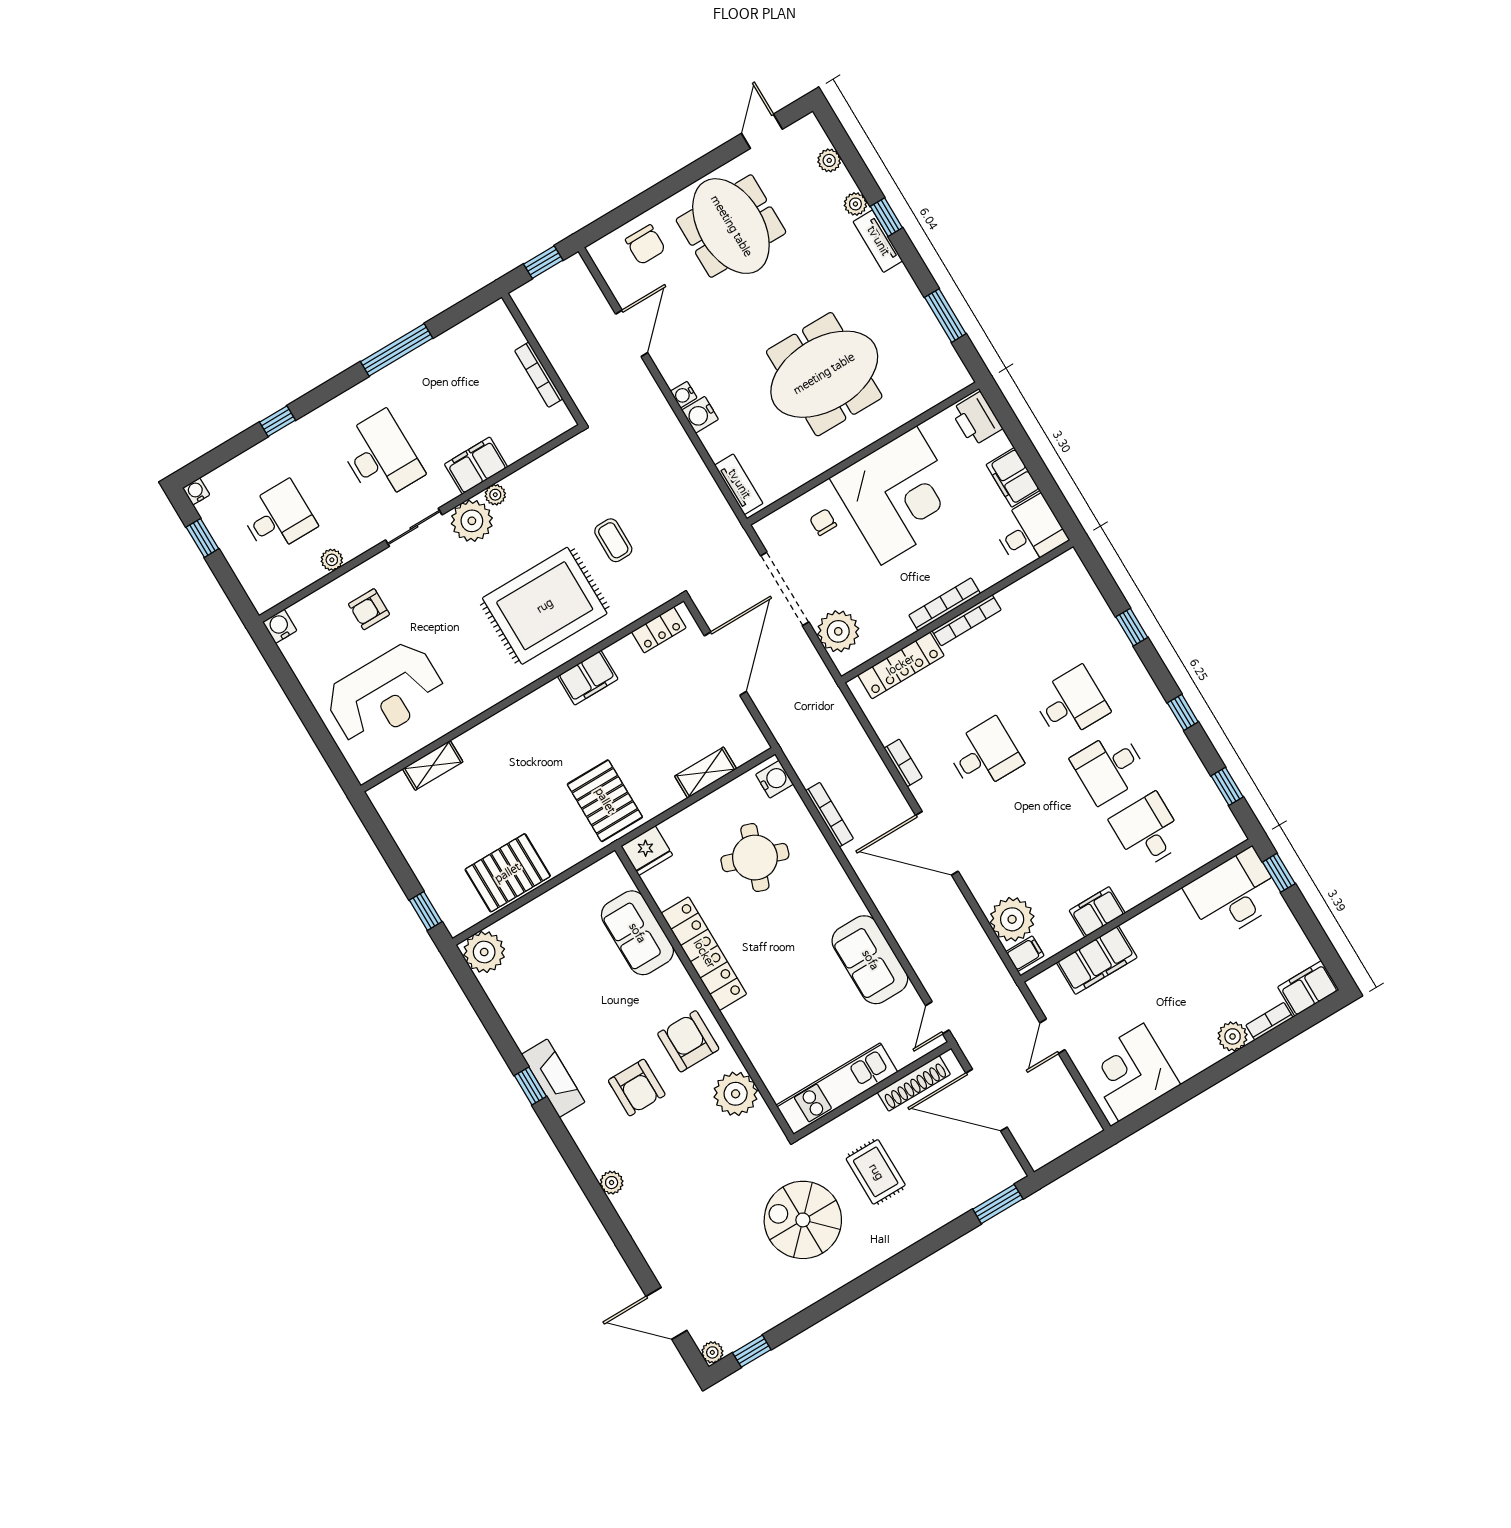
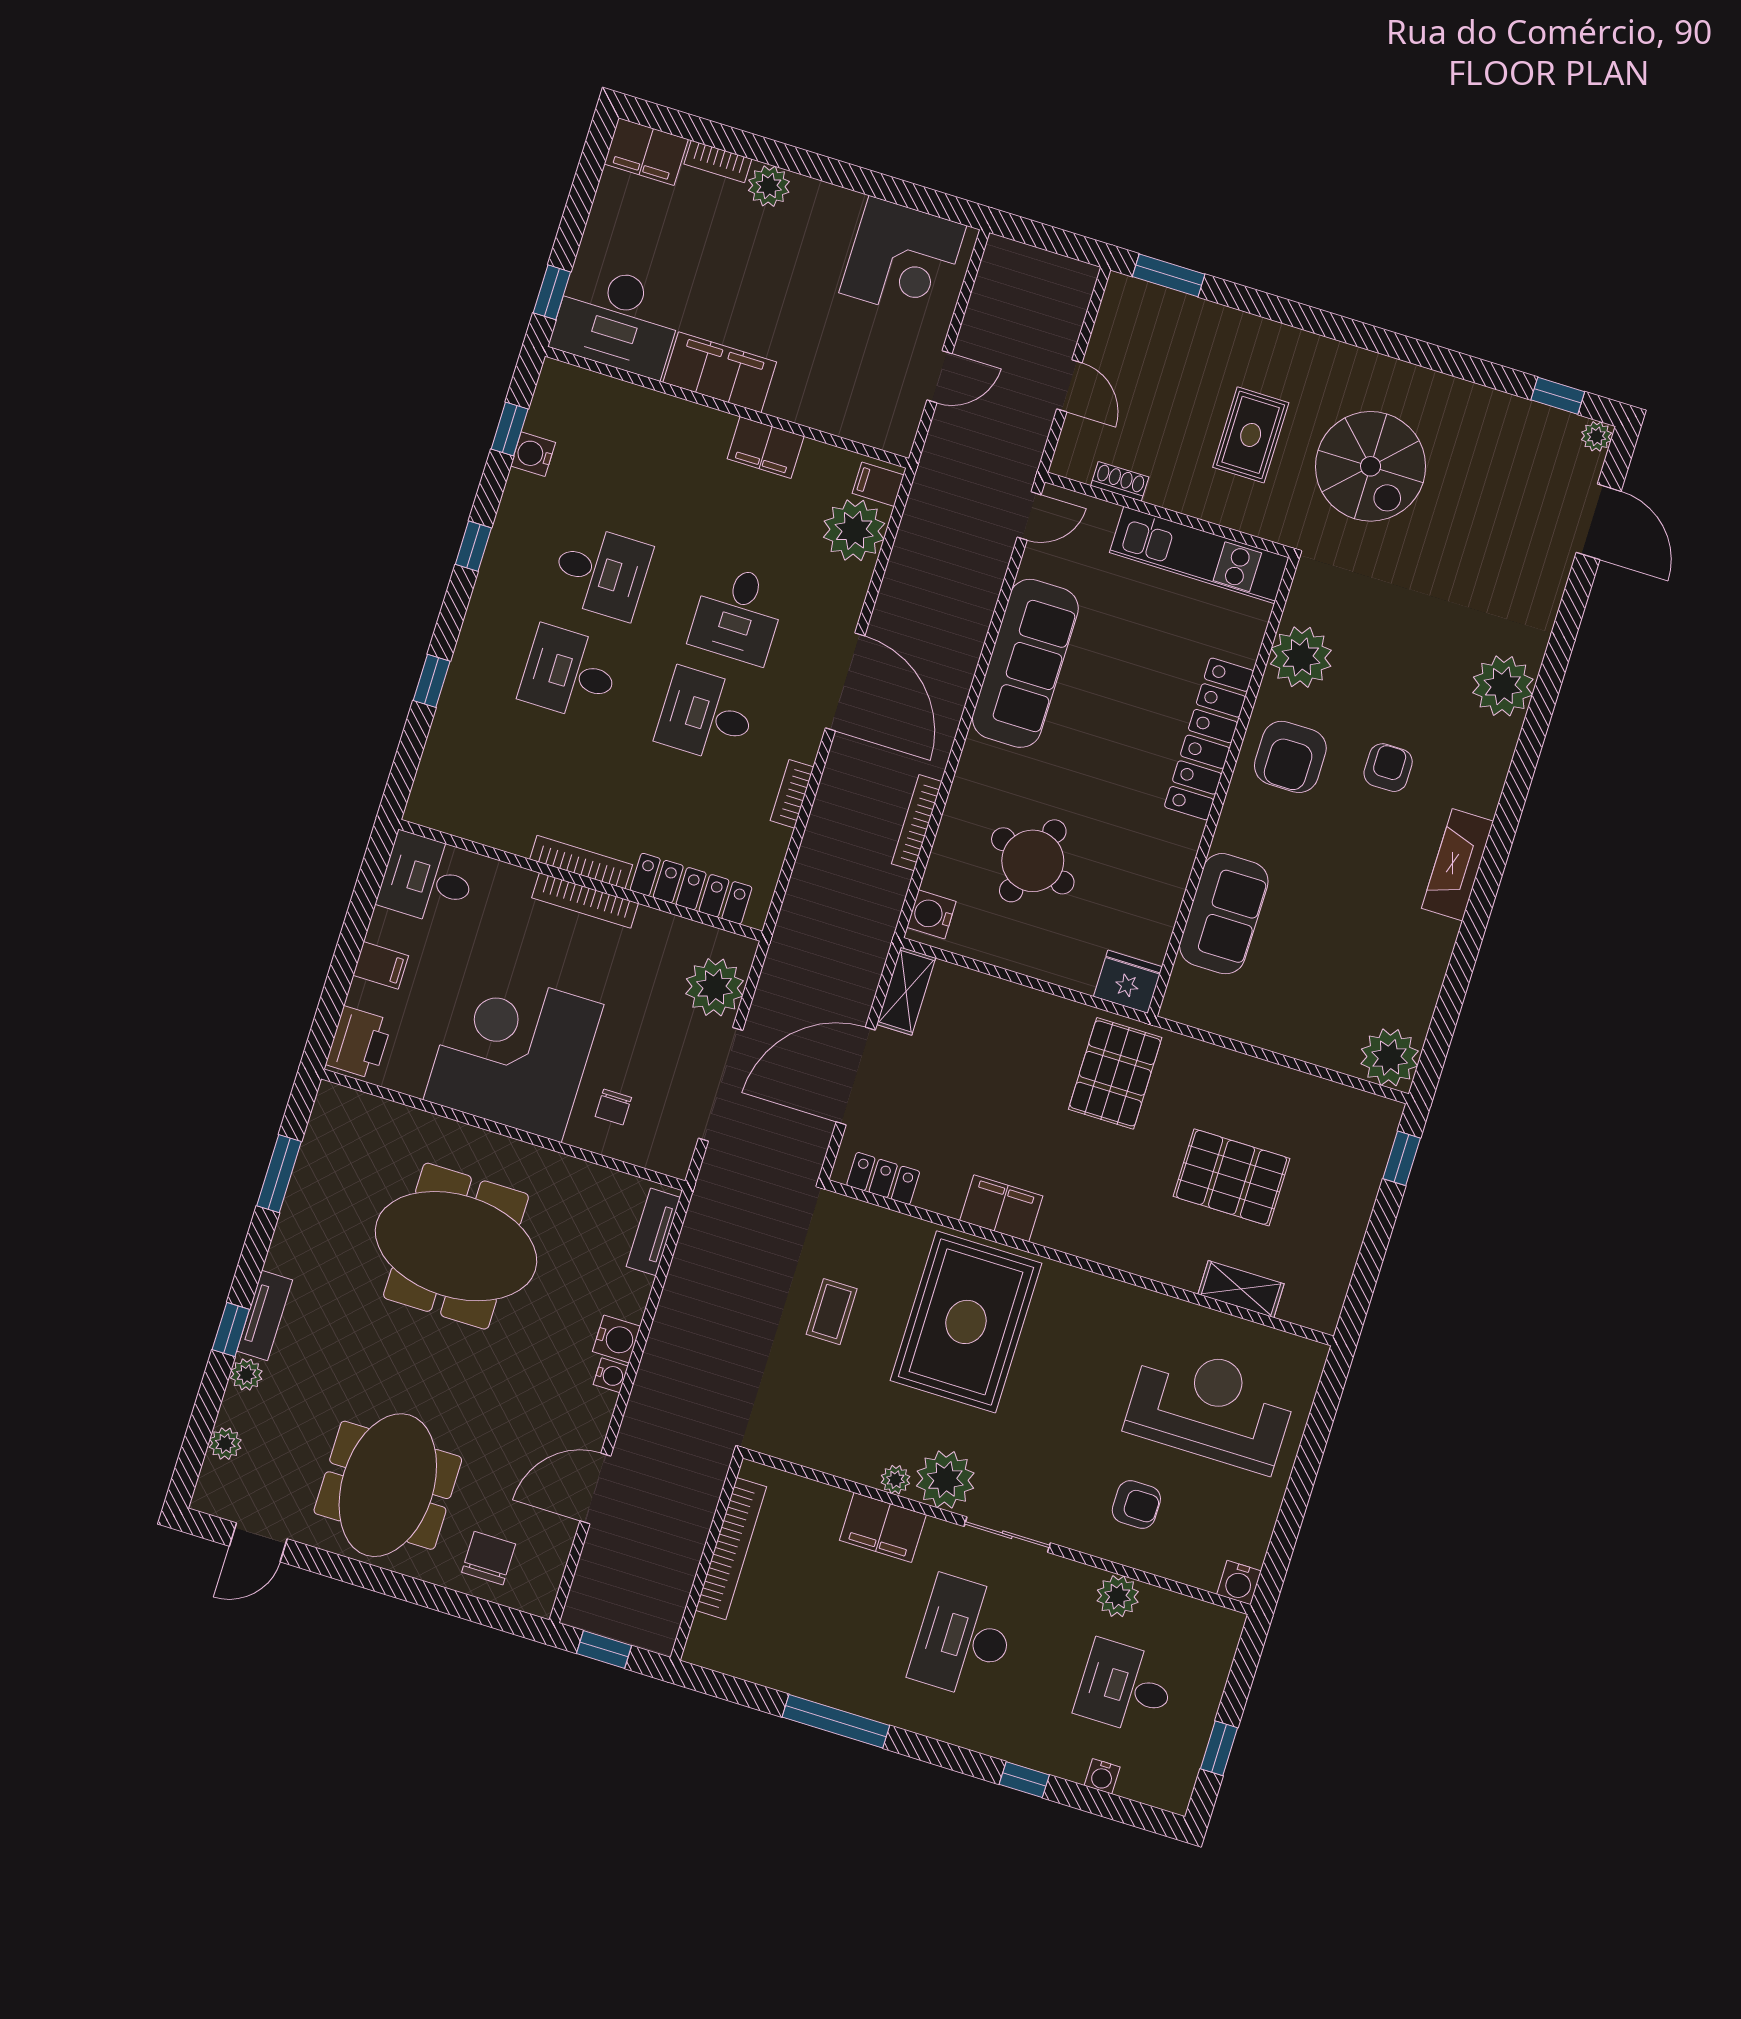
bookcase: (539, 375) -> (731, 1549), width x1.48, depth x1.31
filing cabinet: (1013, 477) -> (381, 965), width x0.50
water cooler: (196, 491) -> (1102, 1776), moved
plant: (332, 560) -> (1118, 1596), width x1.38, depth x1.38
rug: (545, 606) -> (966, 1322), turned 90
shelving: (706, 772) -> (906, 991), moved, turned 90
water cooler: (1203, 787) -> (533, 454), added
desk: (1147, 831) -> (738, 614), moved
pallet: (508, 873) -> (1232, 1177), moved
locker: (704, 954) -> (1209, 739), moved
sofa: (870, 960) -> (1025, 663), width x1.36
filing cabinet: (1097, 960) -> (720, 372), moved
shoe rack: (914, 1083) -> (1120, 481), width x0.51, depth x0.81
window: (530, 1086) -> (1487, 881), removed
armchair: (637, 1088) -> (1388, 768), width x0.72, depth x0.72
door: (987, 1100) -> (1069, 386), width x0.53
plant: (612, 1183) -> (1503, 686), width x1.87, depth x1.87

